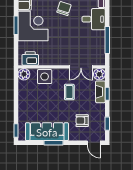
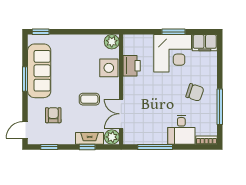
printer: (30, 59) -> (132, 66), moved

